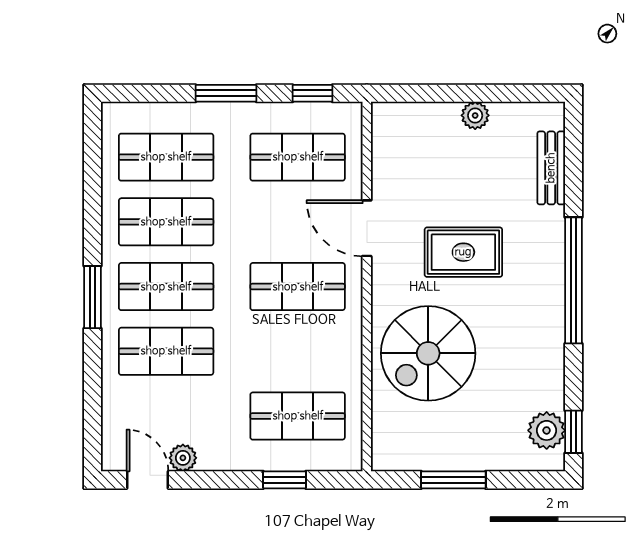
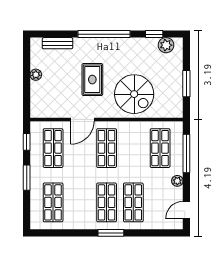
shop shelf: (166, 222) -> (80, 202), removed
window: (574, 432) -> (154, 34), moved
plant: (183, 458) -> (177, 181), moved
window: (284, 480) -> (186, 153), width x2.17

